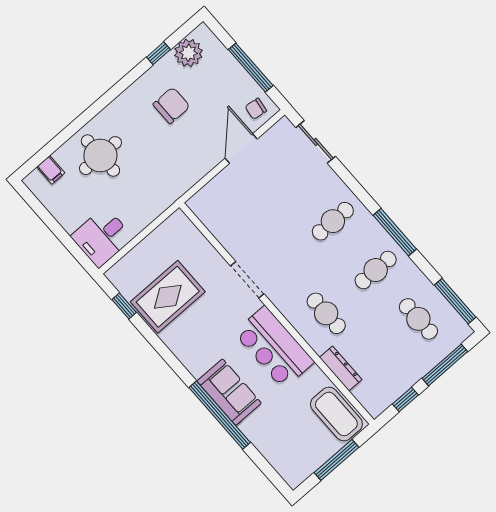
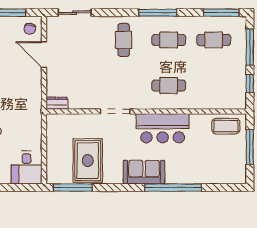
cafe table: (376, 270) -> (169, 40), turned 90
window: (124, 306) -> (73, 188), width x2.17
dresser: (341, 369) -> (57, 103), moved, width x0.70
sofa: (229, 392) -> (144, 172), moved
coffee table: (336, 414) -> (226, 126), width x0.73, depth x0.76

